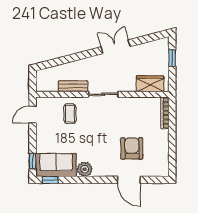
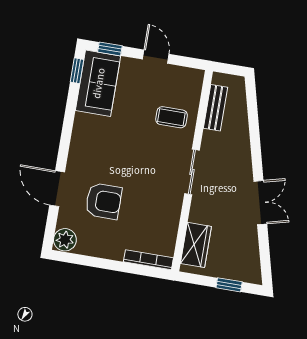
bench: (73, 86) -> (215, 108), moved
door: (33, 114) -> (156, 57), moved
plant: (85, 169) -> (65, 240), moved
door: (129, 180) -> (57, 189), hinge flipped

